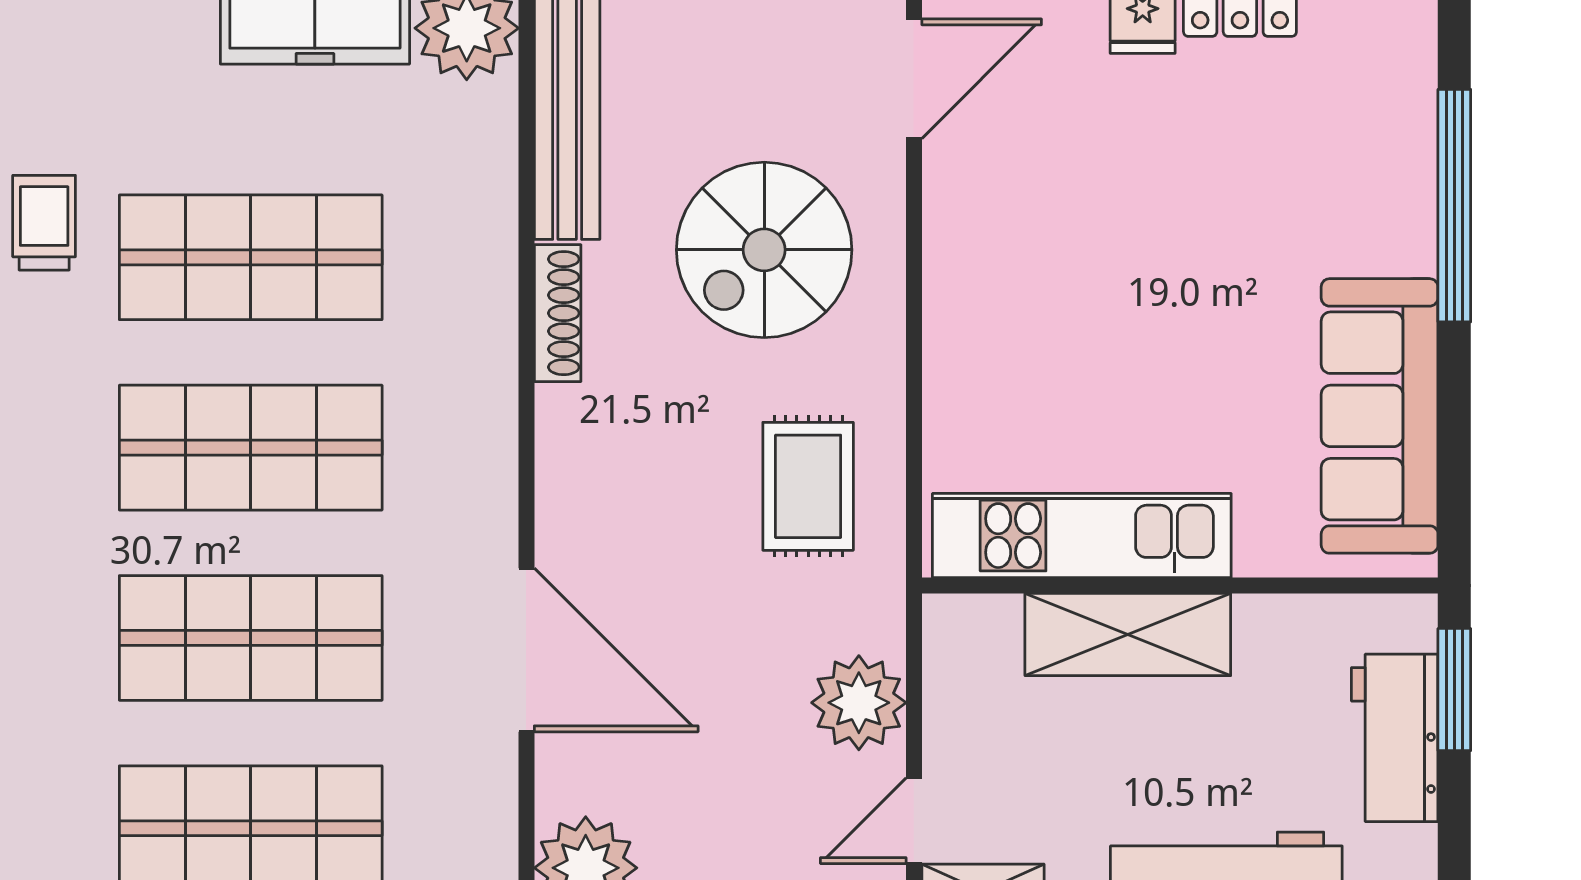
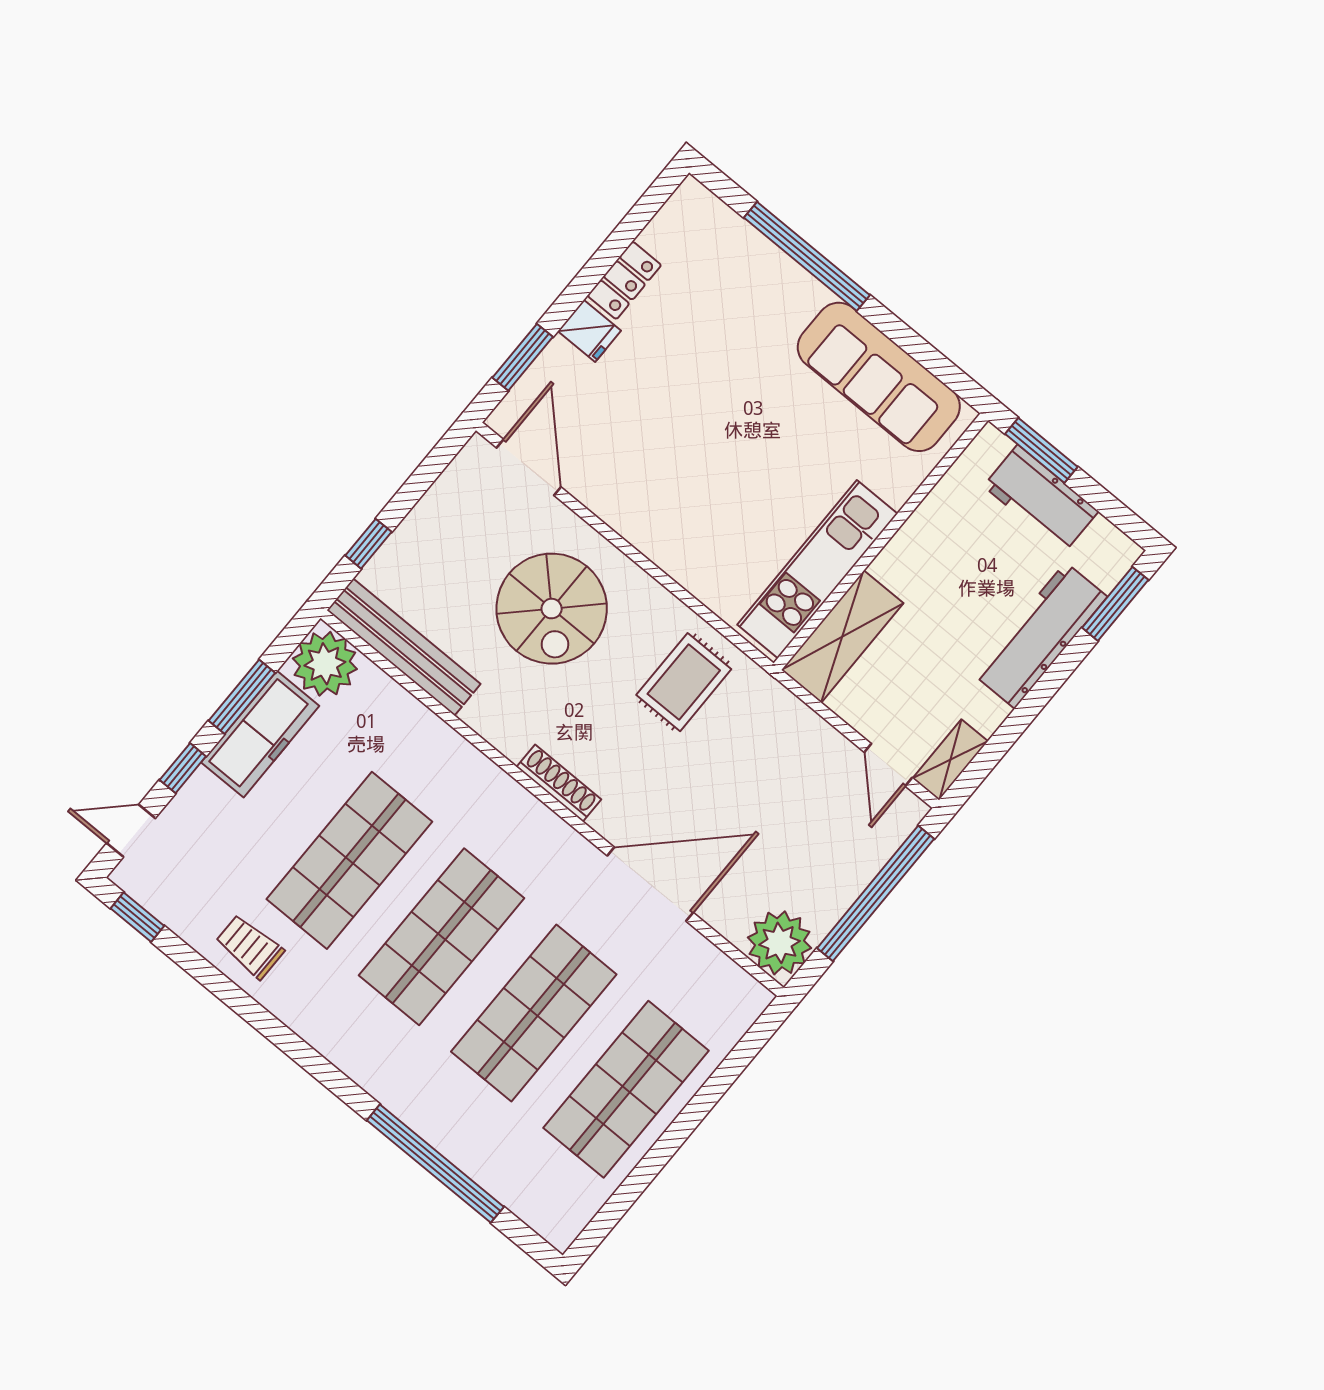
shoe rack: (558, 313) -> (559, 783), moved
rug: (808, 486) -> (684, 682), turned 90
shelving: (1128, 635) -> (842, 637), moved
plant: (859, 703) -> (809, 744), removed

